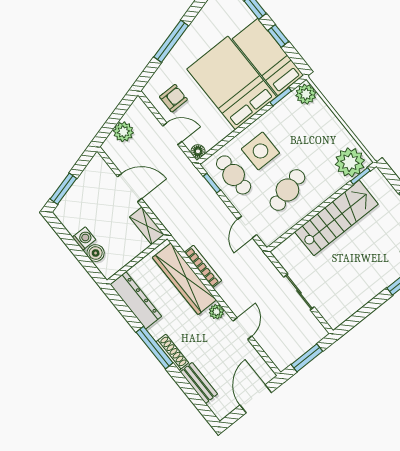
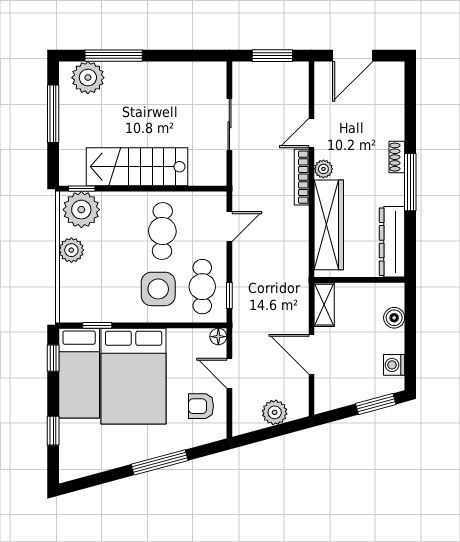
window: (278, 36) -> (53, 358), moved
plant: (306, 94) -> (71, 250), moved
cafe table: (287, 190) -> (162, 231), turned -74
washing machine: (84, 239) -> (394, 365), moved
bookcase: (203, 266) -> (302, 177), moved
shoe rack: (172, 352) -> (397, 157), width x0.70
bench: (199, 383) -> (395, 114), removed

